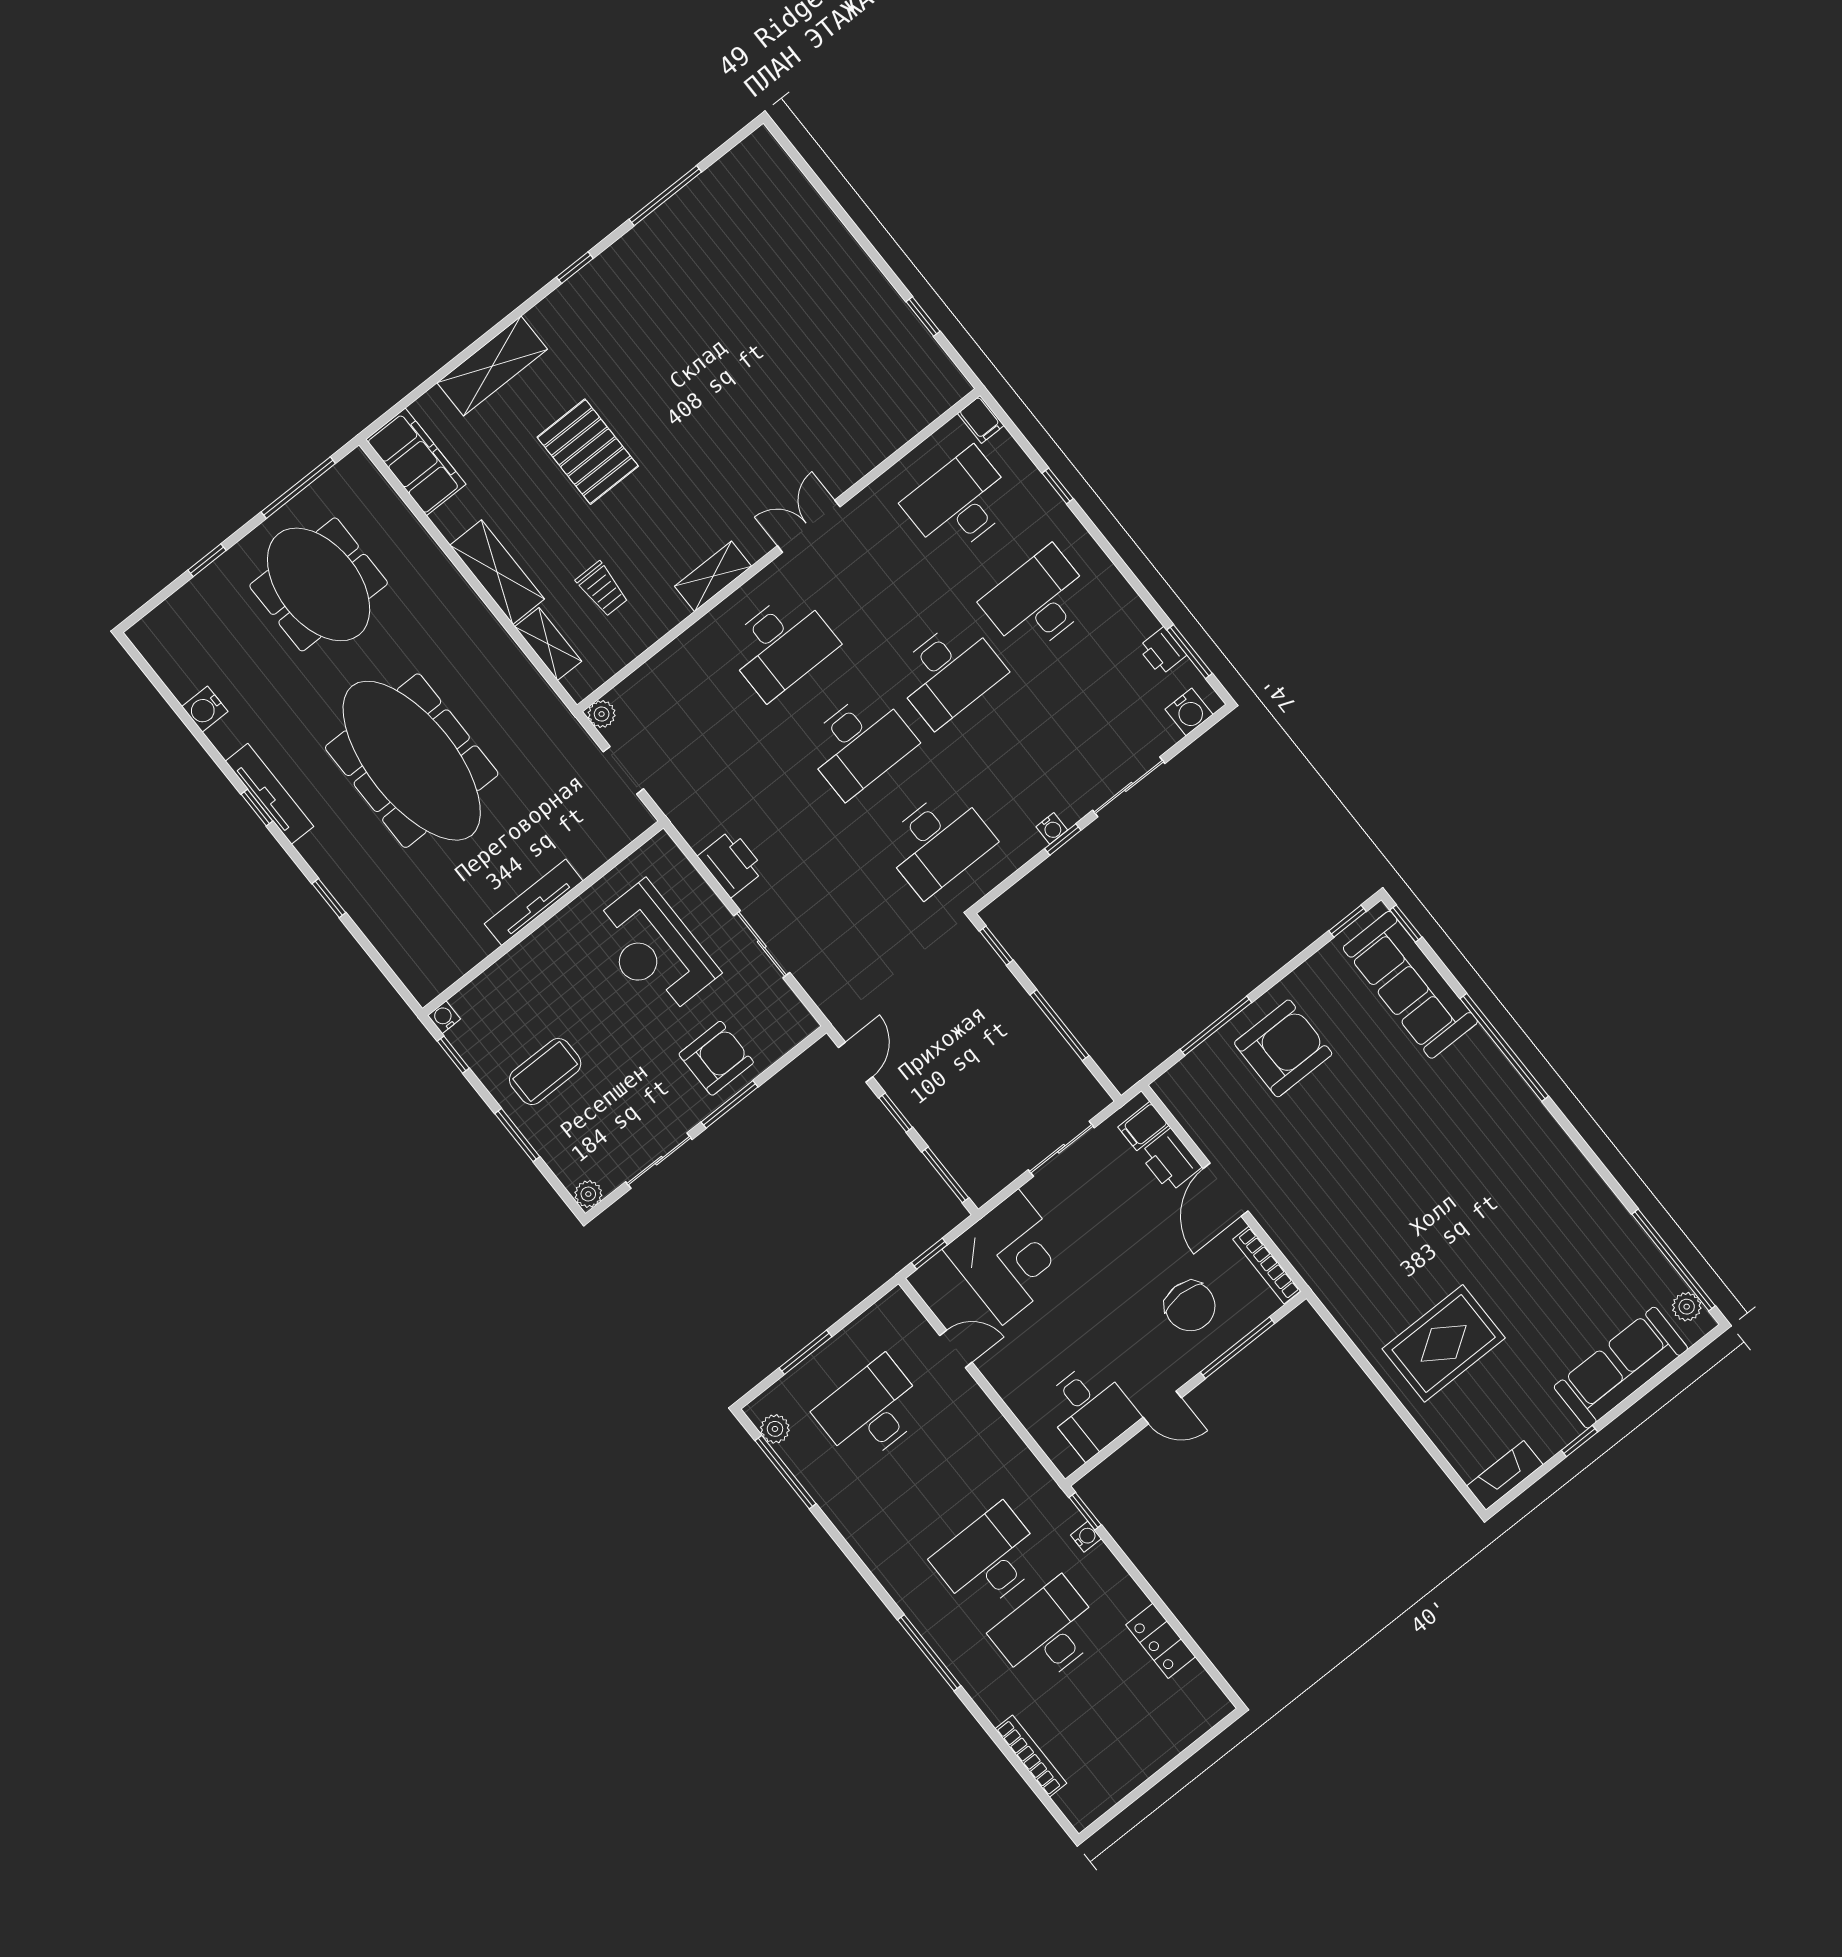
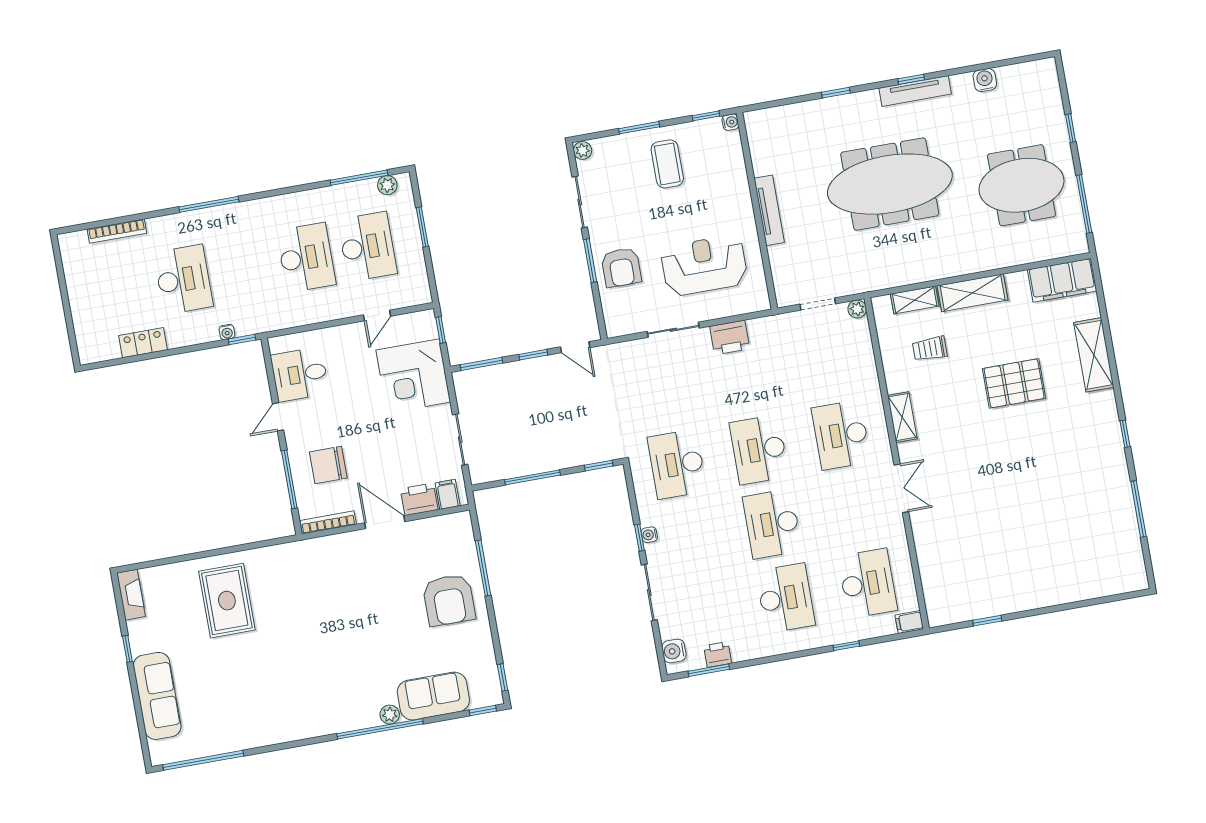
sofa: (1410, 985) -> (433, 696), width x0.73
plant: (1687, 1307) -> (390, 715), moved
desk: (989, 1559) -> (306, 258), moved

